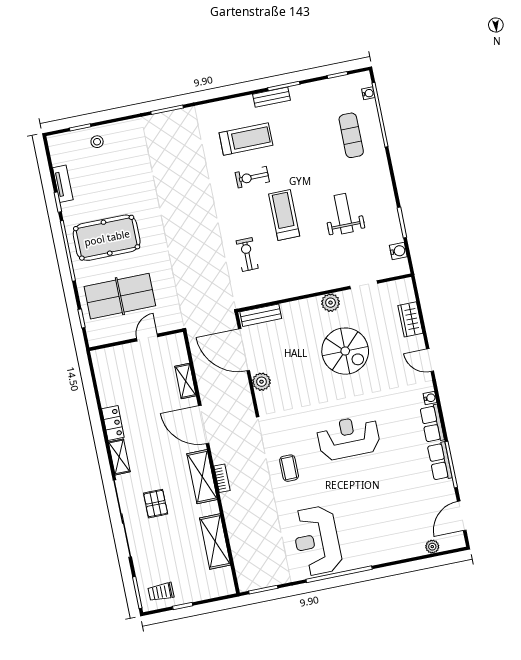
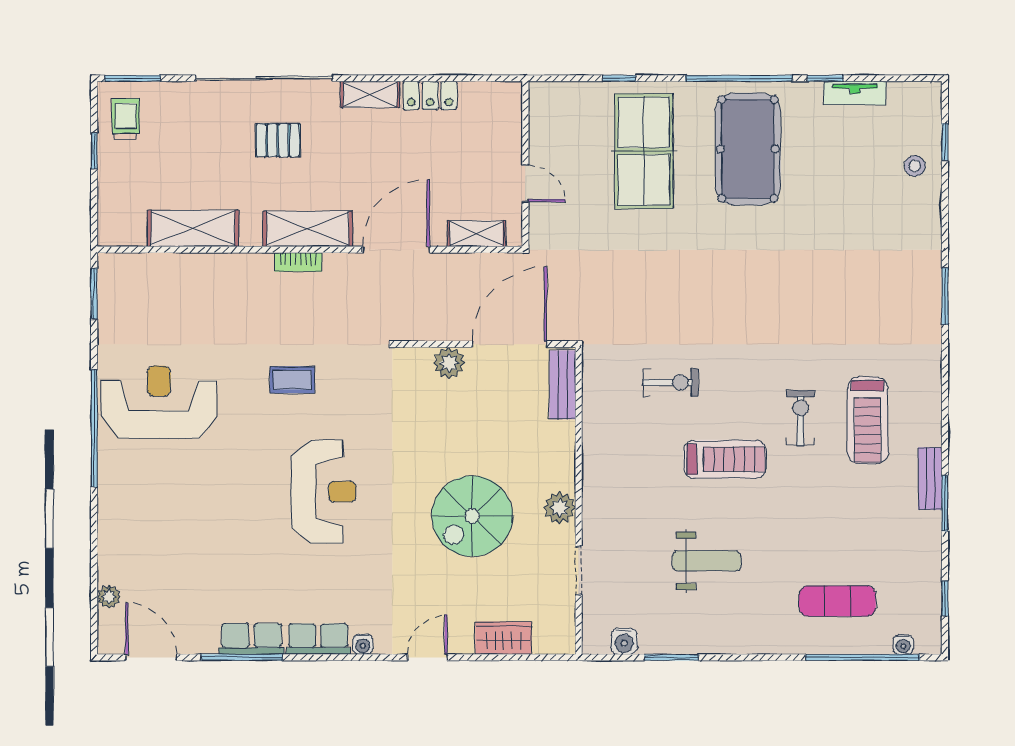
door: (147, 337) -> (525, 184), moved
wall: (136, 340) -> (525, 164), moved

